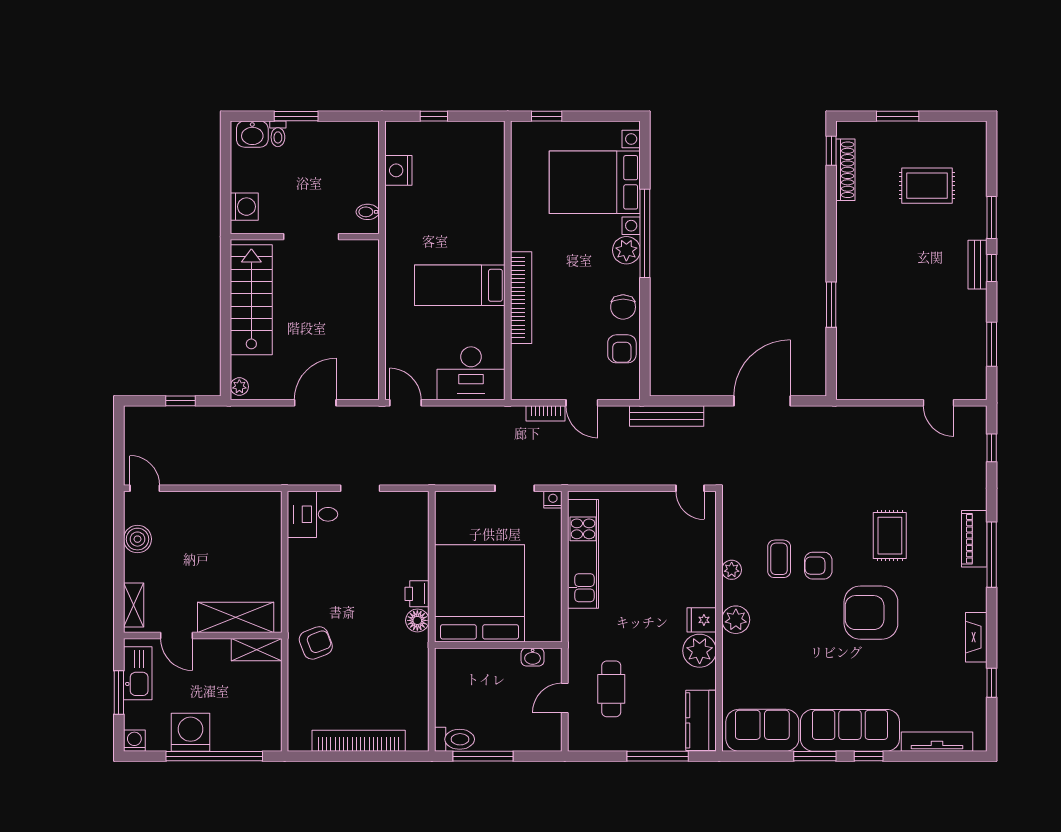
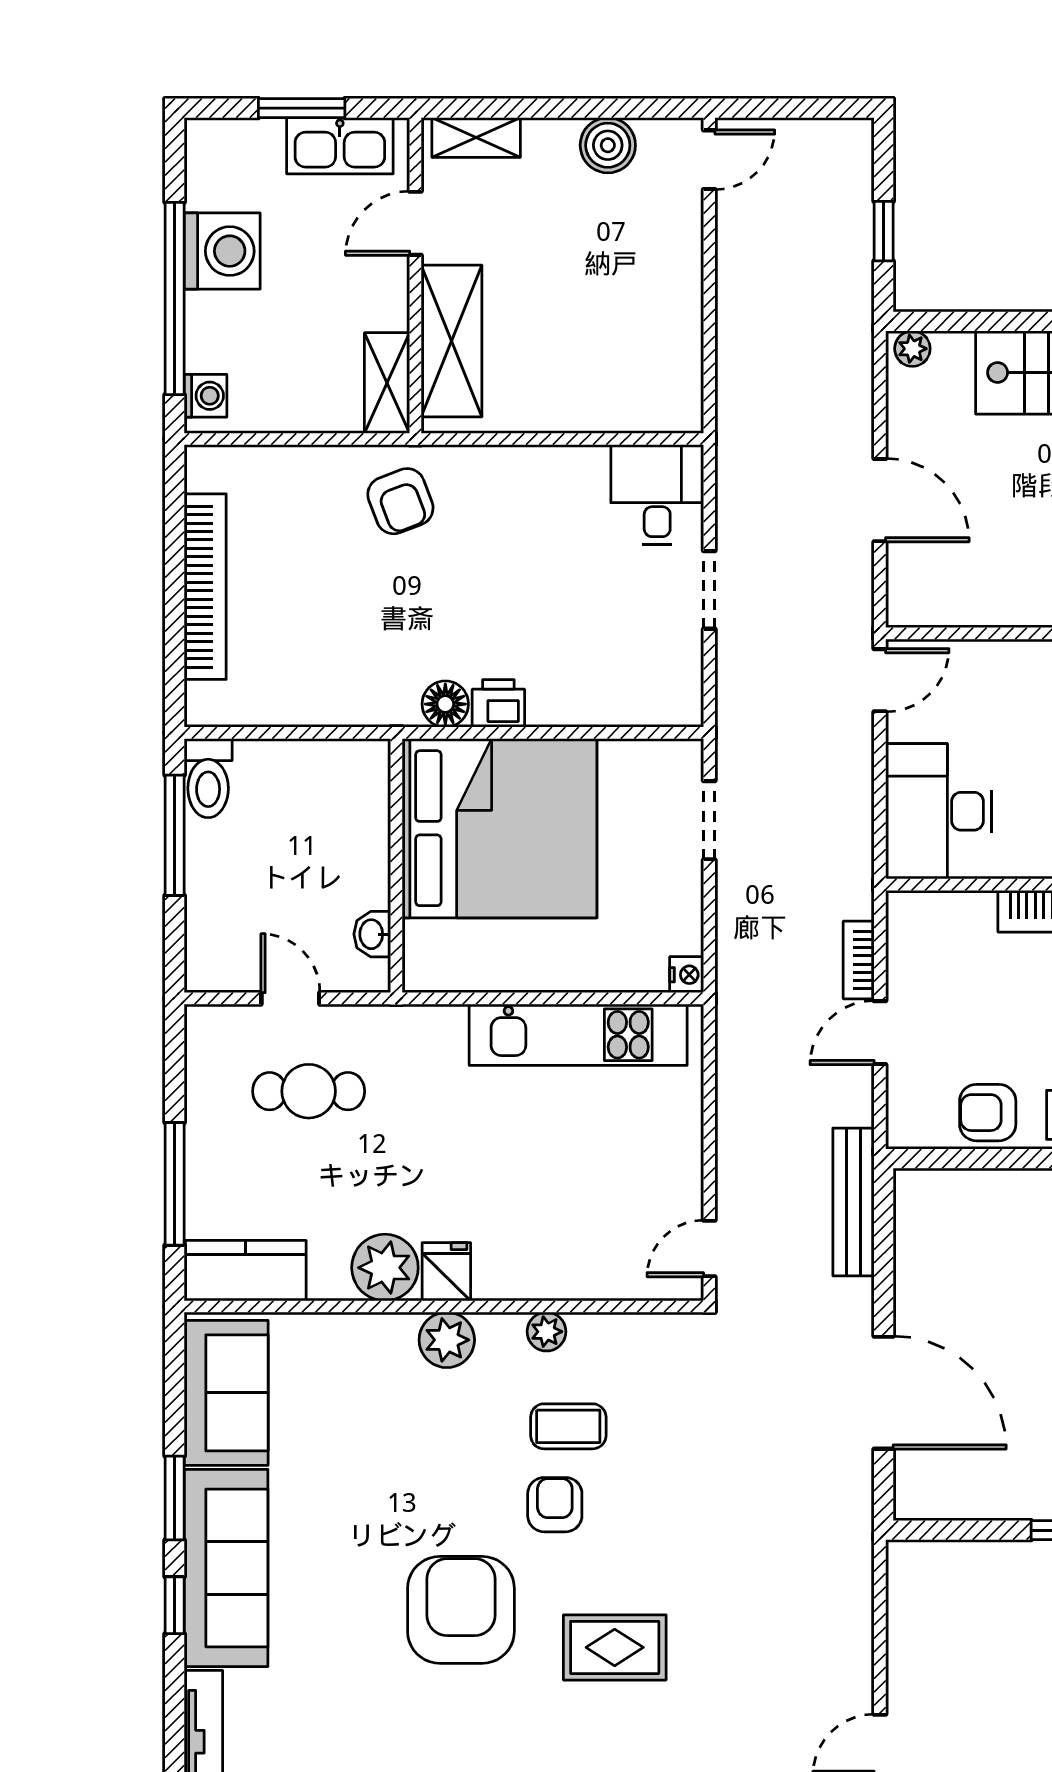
doorway: (515, 488) -> (709, 820), moved
washing machine: (134, 741) -> (205, 396), moved

